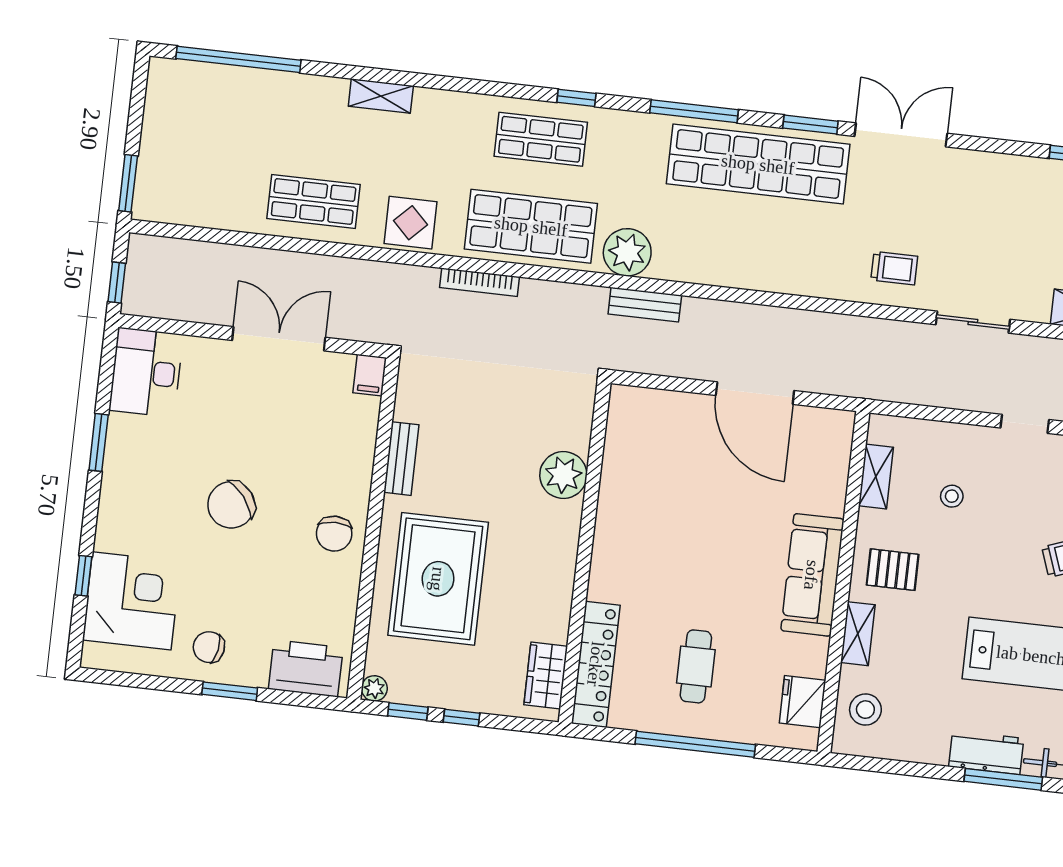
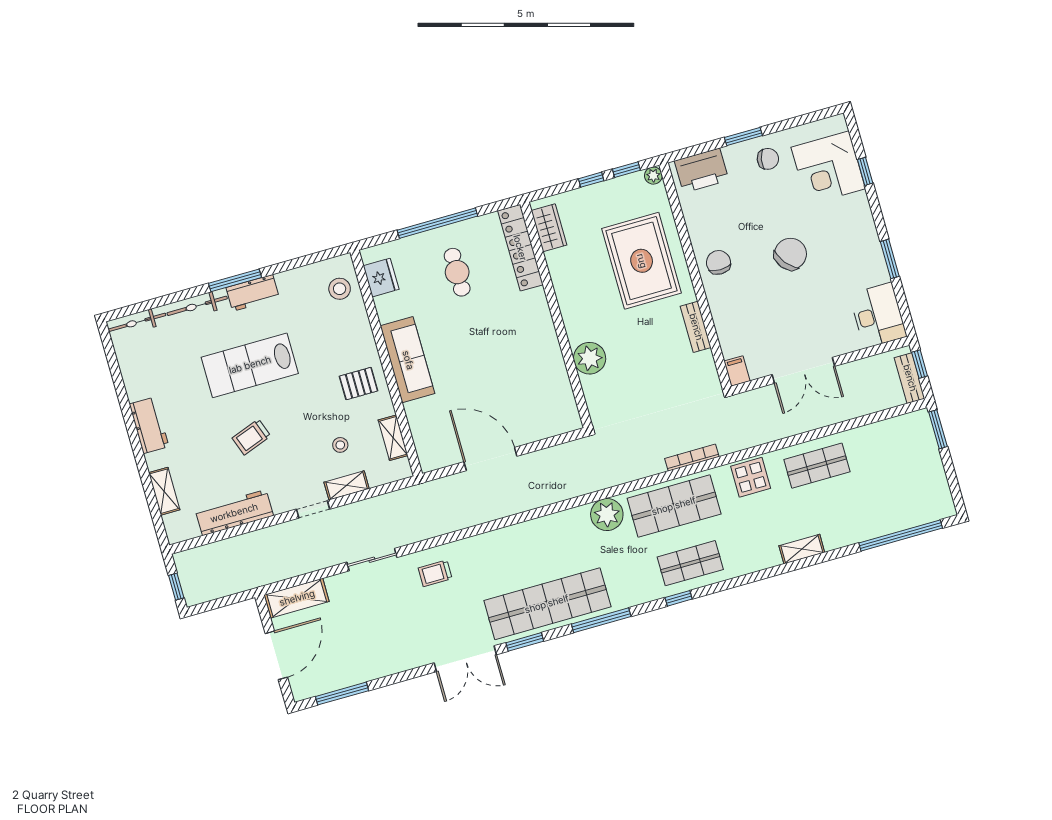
bench: (645, 305) -> (910, 378), moved, turned 90
shelving: (858, 634) -> (347, 485), moved, turned 90

